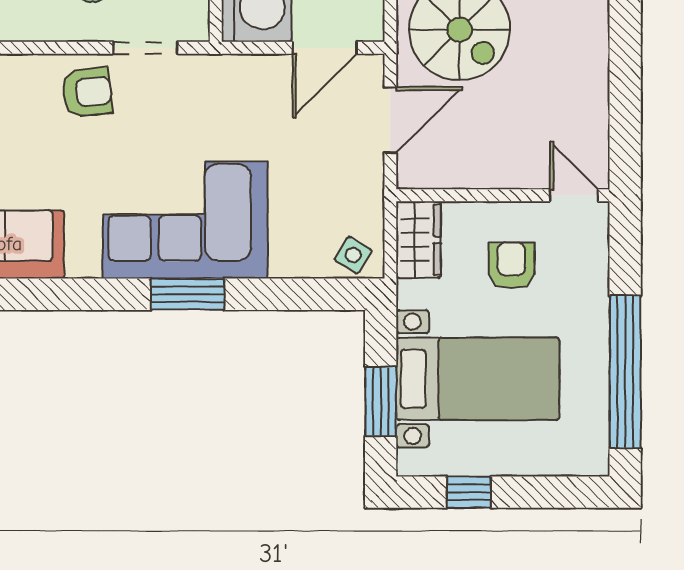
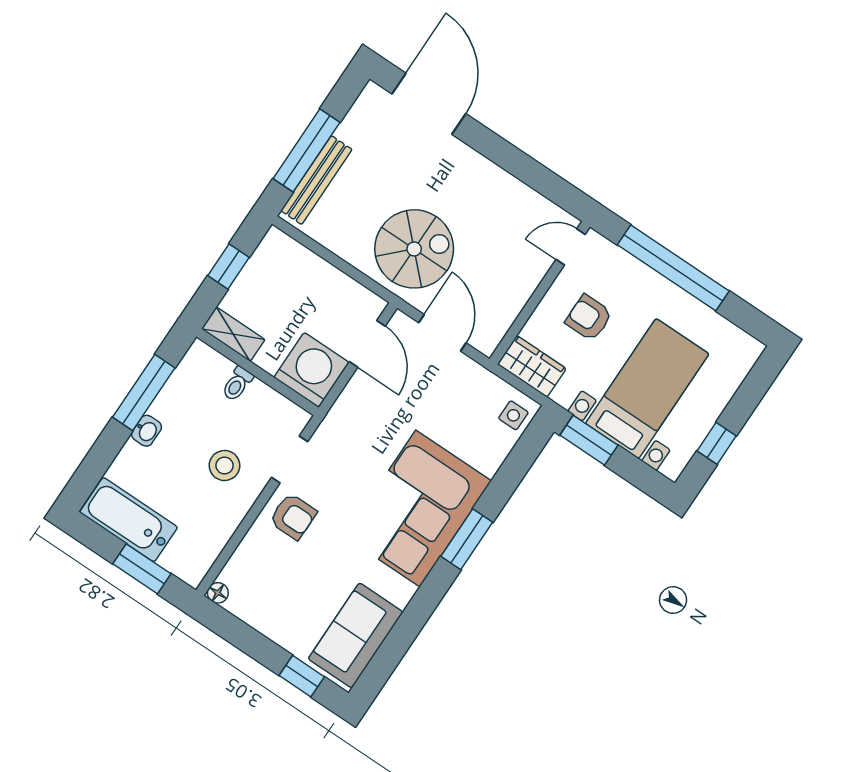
armchair: (87, 92) -> (293, 516), turned 97
side table: (353, 255) -> (513, 415), turned -32
window: (625, 372) -> (673, 268), moved
window: (381, 401) -> (589, 440), moved

